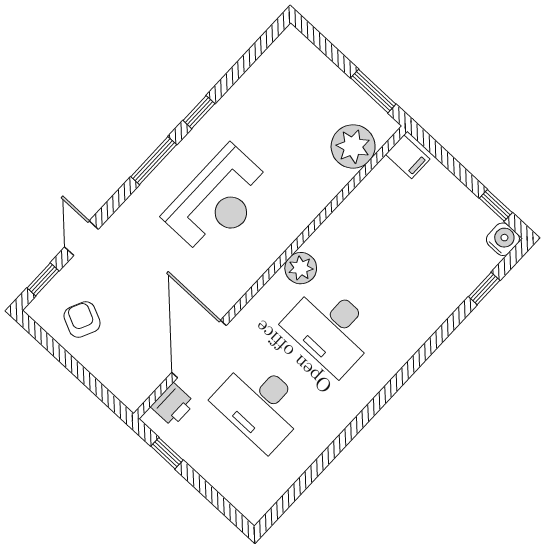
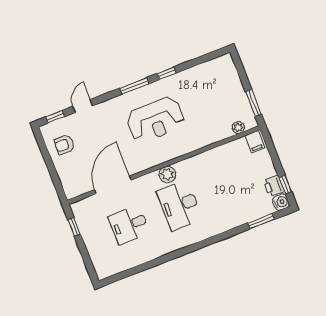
plant: (353, 146) -> (238, 127), width x0.53, depth x0.53
plant: (301, 268) -> (167, 174), moved
window: (484, 289) -> (261, 221), width x1.50
armchair: (82, 320) -> (64, 145), turned -115
desk: (260, 404) -> (129, 225), width x0.73
printer: (173, 405) -> (274, 186), moved, turned 90

